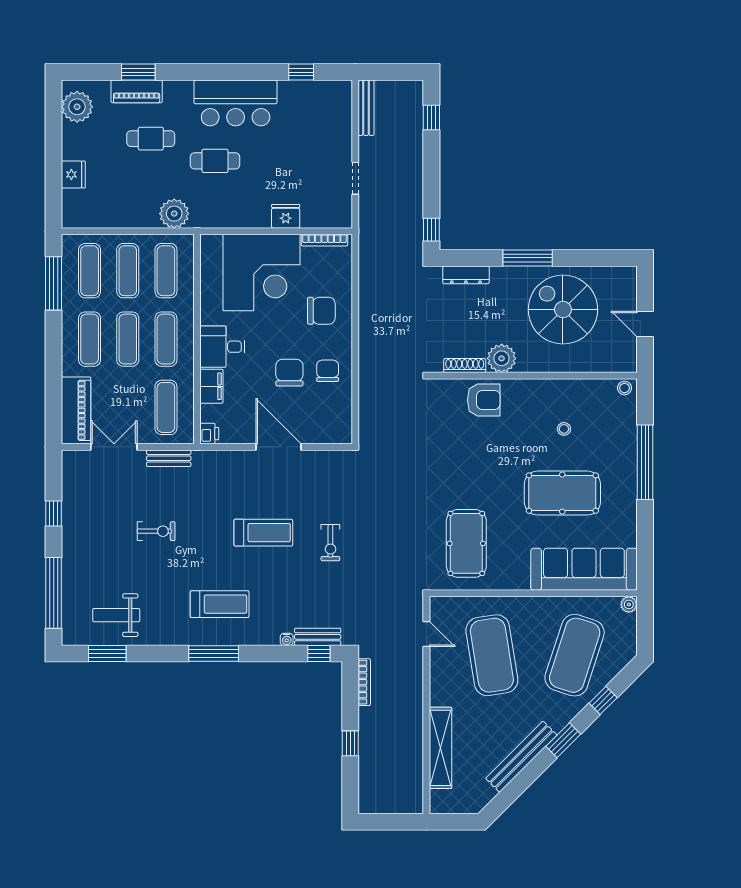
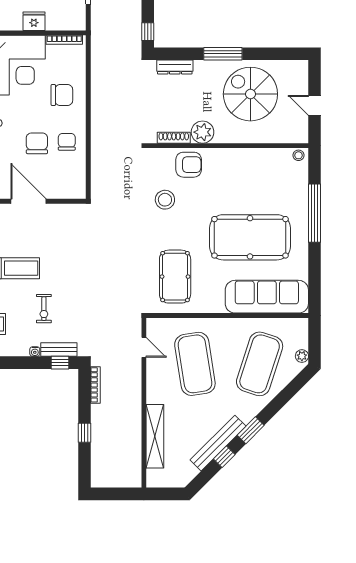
stool: (564, 429) -> (165, 200), moved, width x1.89, depth x1.89
pool table: (562, 493) -> (250, 237), width x1.36, depth x1.32
exercise bike: (330, 543) -> (44, 309), moved
plant: (629, 604) -> (302, 356), moved
window: (603, 700) -> (224, 457), moved

